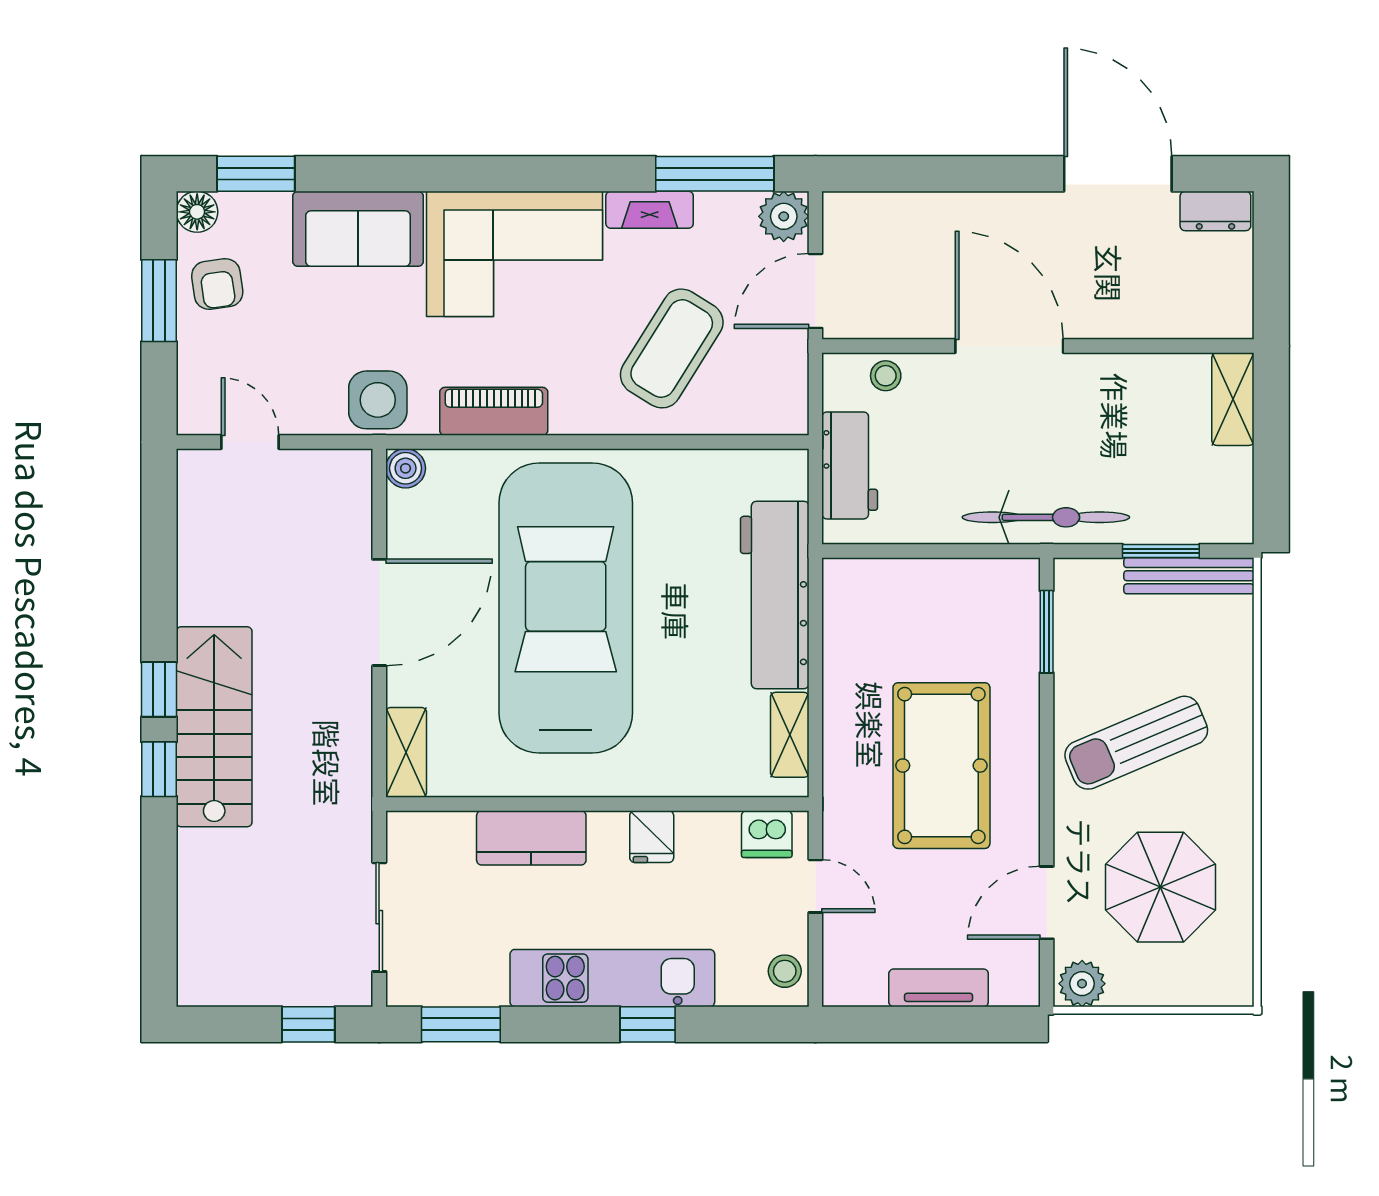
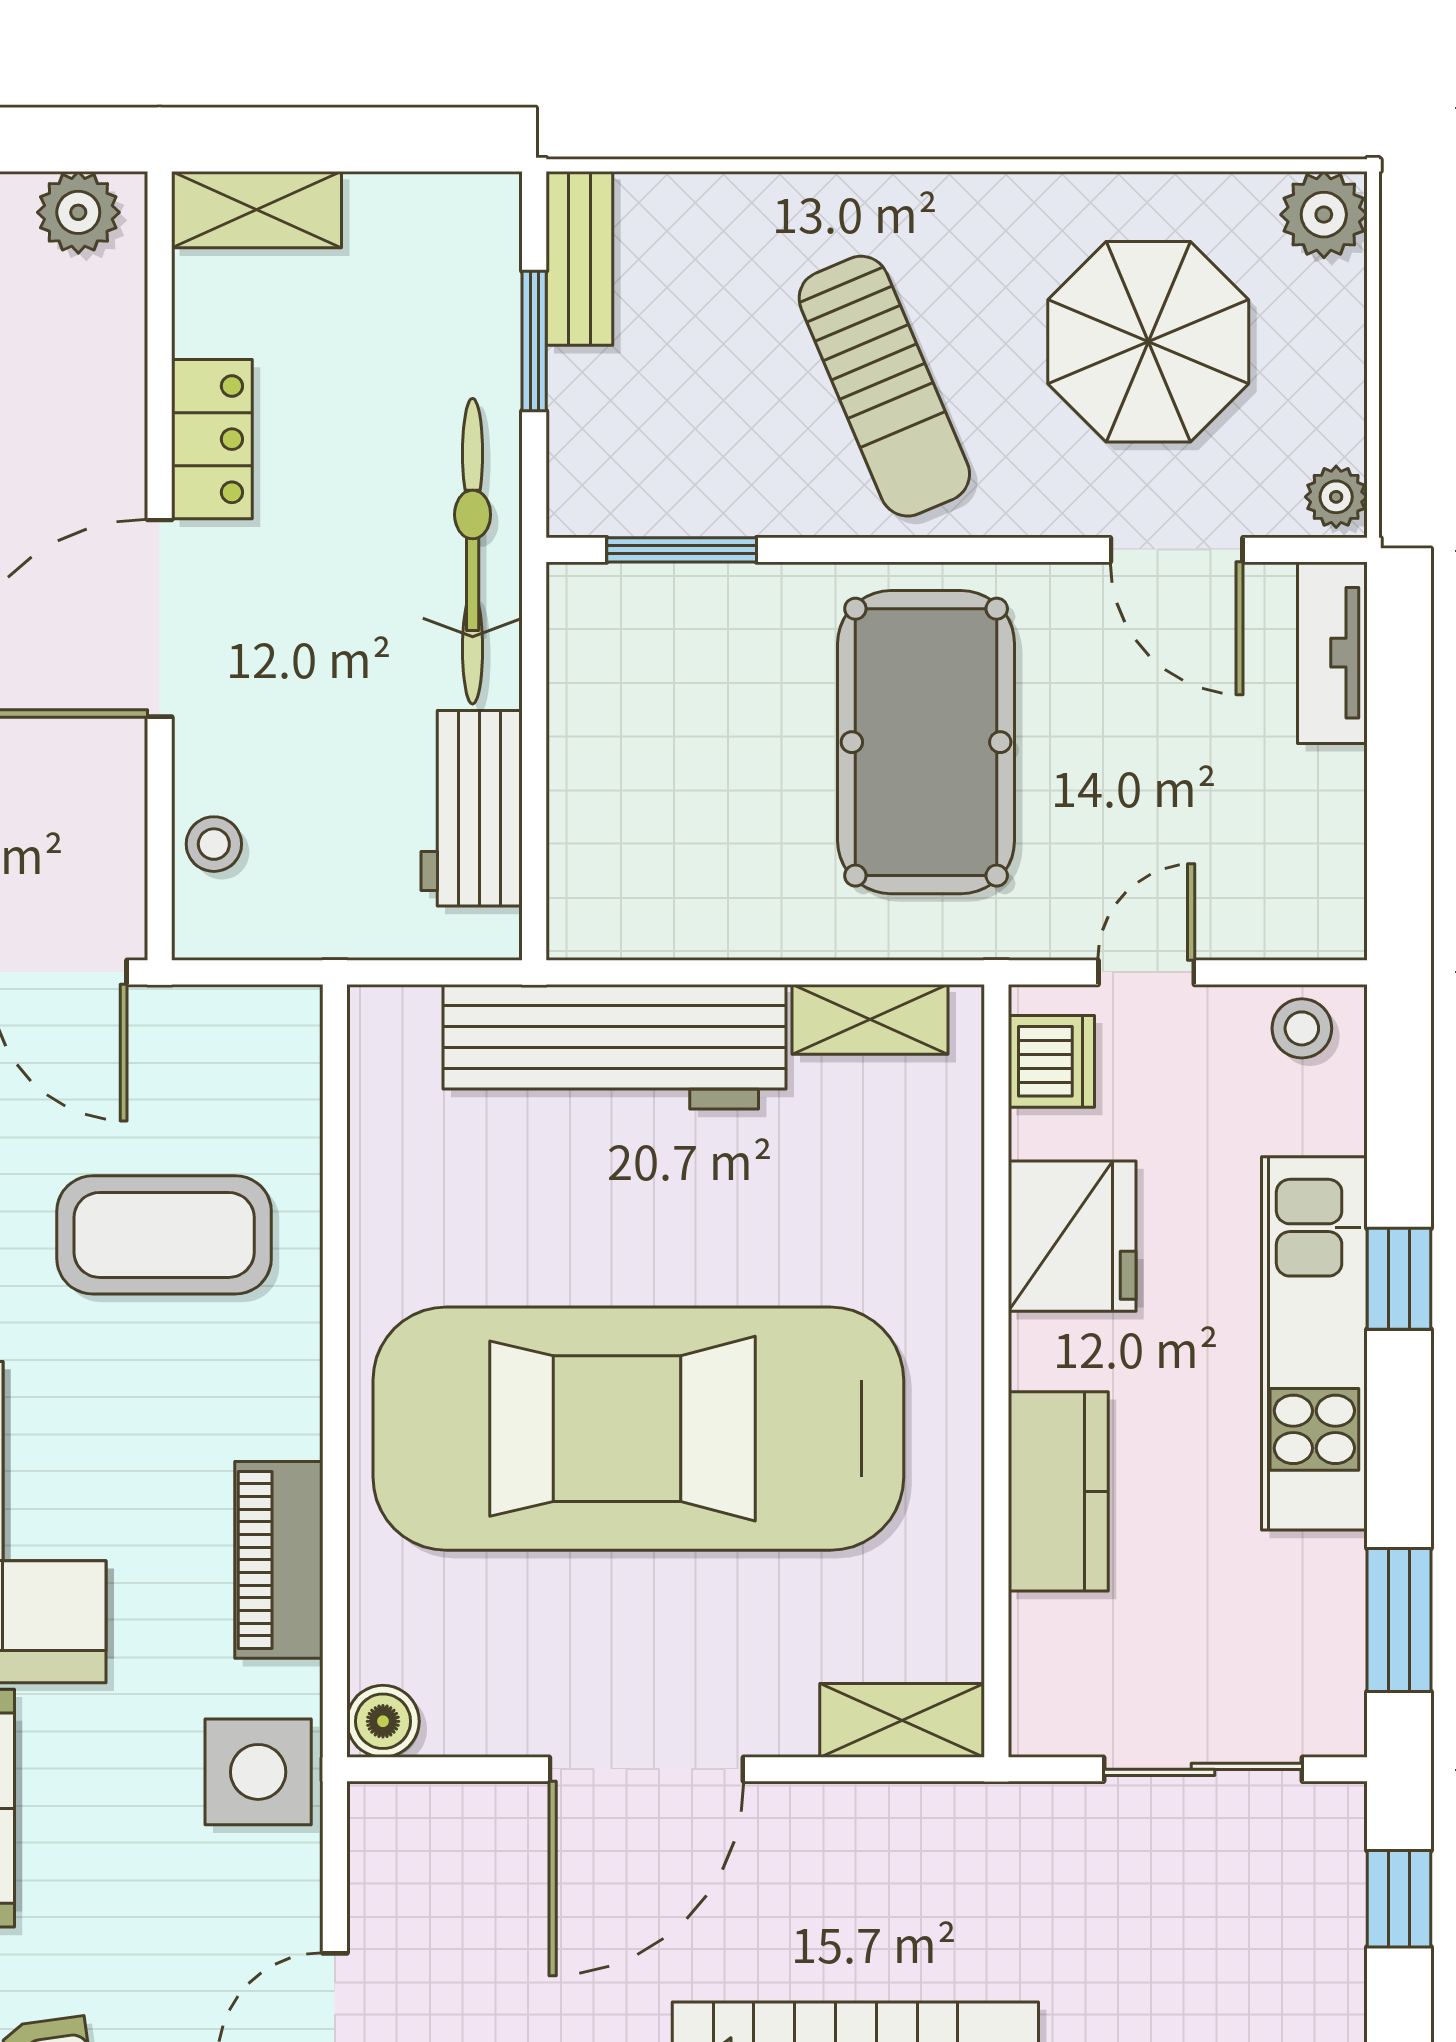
plant: (1231, 302) -> (78, 212), added
coffee table: (672, 348) -> (164, 1235), turned -32
locker: (1107, 375) -> (212, 439), added
workbench: (850, 465) -> (472, 808), moved, turned -90
bench: (1189, 576) -> (579, 258), width x0.73
door: (379, 612) -> (646, 1769), swing flipped
pool table: (941, 766) -> (926, 742), turned 90
fridge: (652, 837) -> (1072, 1236), width x1.88, depth x1.34
plant: (1230, 983) -> (1324, 215), added
plant: (1082, 984) -> (1336, 497), width x0.73, depth x0.73
tv unit: (939, 988) -> (1332, 653), moved

